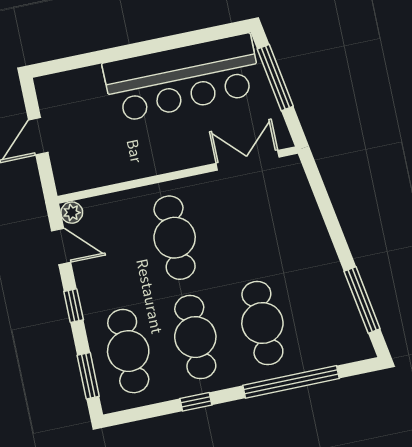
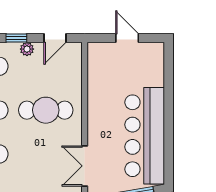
double door: (248, 160) -> (85, 166), swing flipped
plant: (72, 213) -> (27, 49), moved

